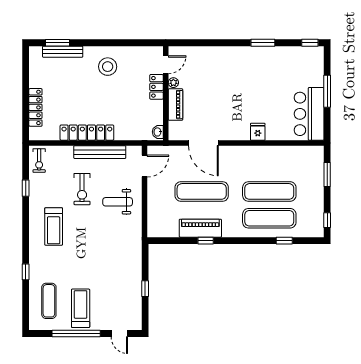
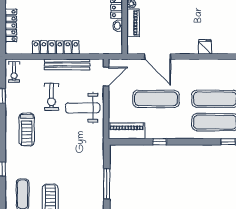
washbasin: (158, 132) -> (118, 26), moved
weight bench: (118, 202) -> (83, 108), width x1.36, depth x1.33
piano: (200, 228) -> (127, 131), moved
window: (145, 289) -> (107, 184), width x2.17

